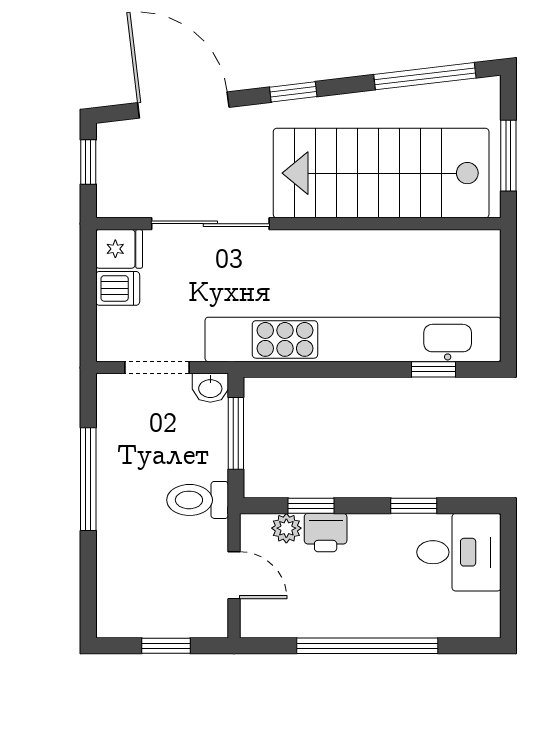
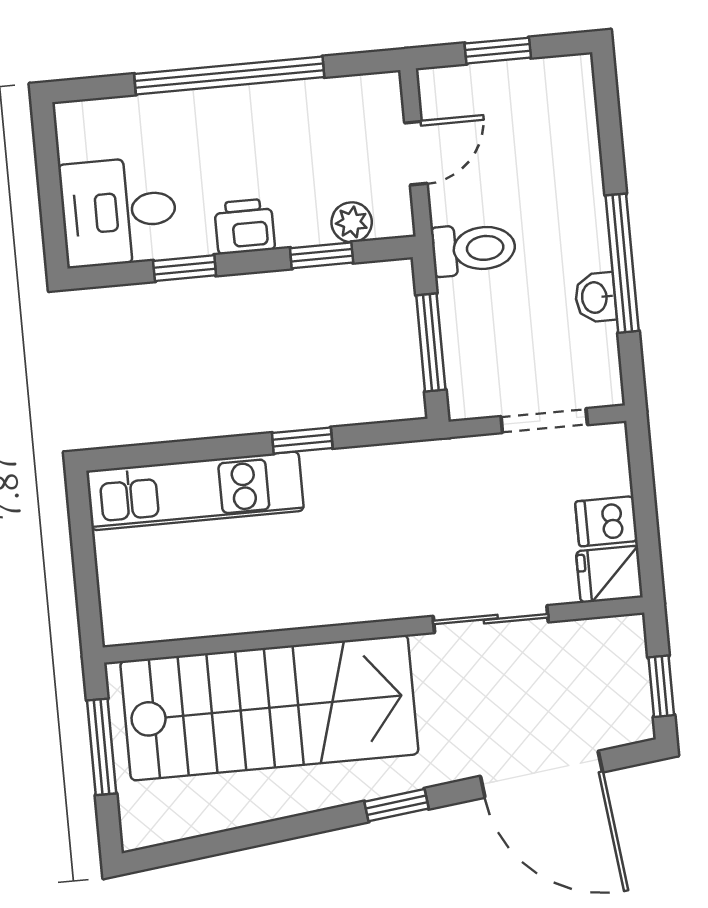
window: (425, 76) -> (223, 842), removed
sliding door: (210, 224) -> (491, 619), width x0.73
kitchen unit: (353, 339) -> (195, 491), width x0.54
window: (434, 369) -> (302, 441), moved
washbasin: (210, 388) -> (596, 297), moved, turned -90
printer: (326, 533) -> (245, 226), moved
door: (234, 575) -> (416, 153), swing flipped

